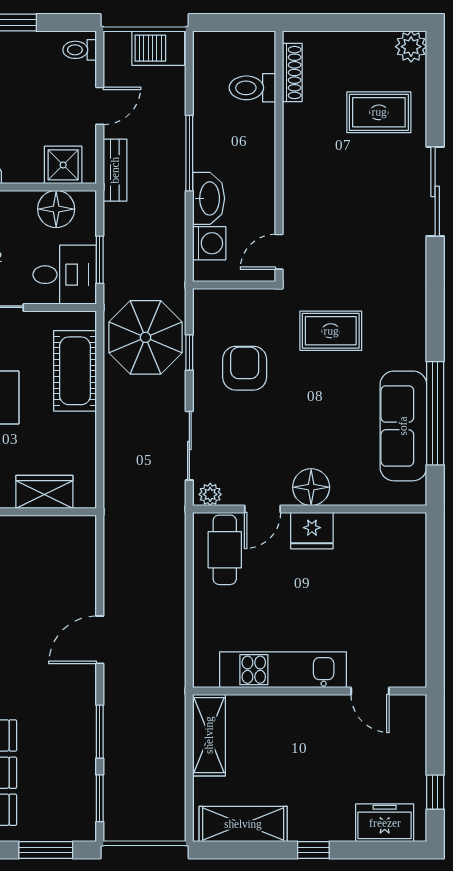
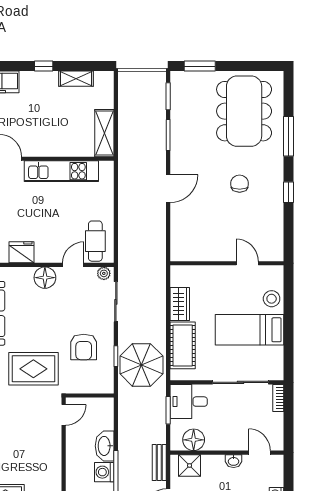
washing machine: (209, 243) -> (104, 472), moved
rug: (331, 331) -> (33, 369), width x1.36, depth x1.43
wardrobe: (44, 492) -> (180, 304), moved, turned -90
fridge: (312, 531) -> (21, 252), moved
shelving: (243, 824) -> (76, 79), width x0.67, depth x0.75

